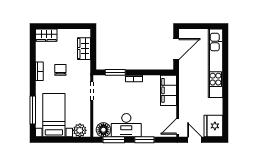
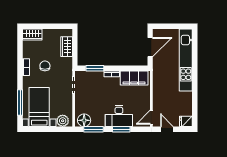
filing cabinet: (168, 90) -> (134, 78), moved, turned -90
desk: (126, 125) -> (119, 116), moved
fridge: (213, 126) -> (186, 121), width x0.53, depth x0.75

